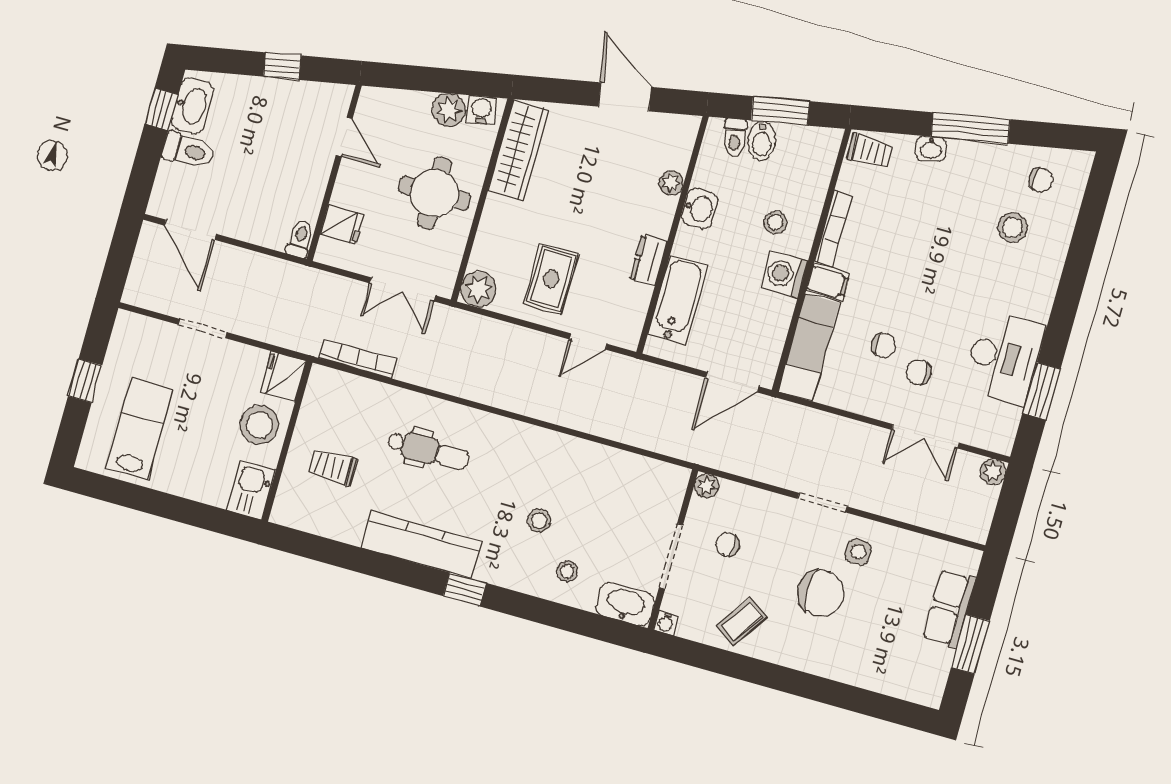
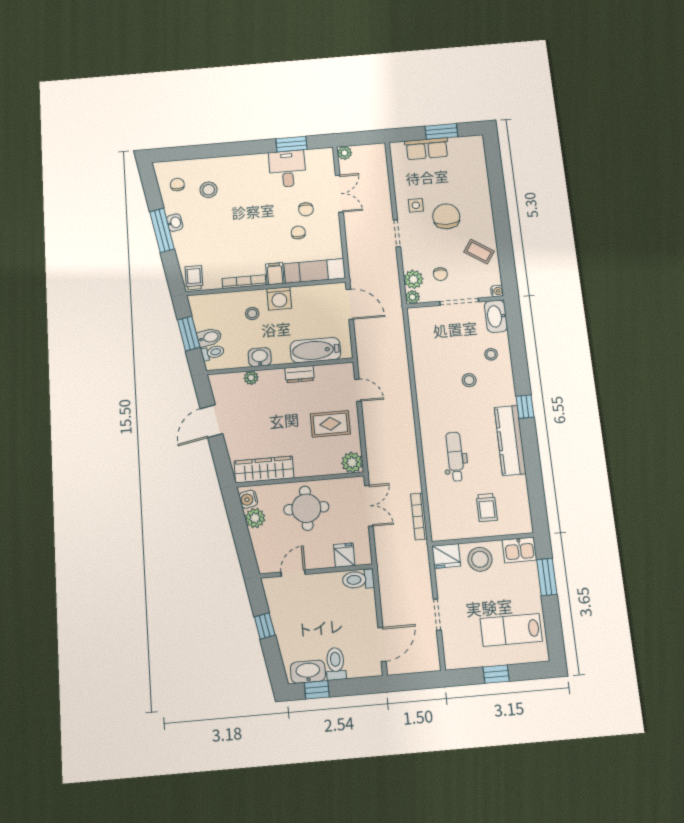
washbasin: (931, 149) -> (175, 223), moved
toilet: (300, 239) -> (358, 580), width x1.37, depth x1.39
desk: (1004, 357) -> (287, 169), width x0.73
plant: (735, 499) -> (413, 279), added
window: (196, 514) -> (547, 577), added

